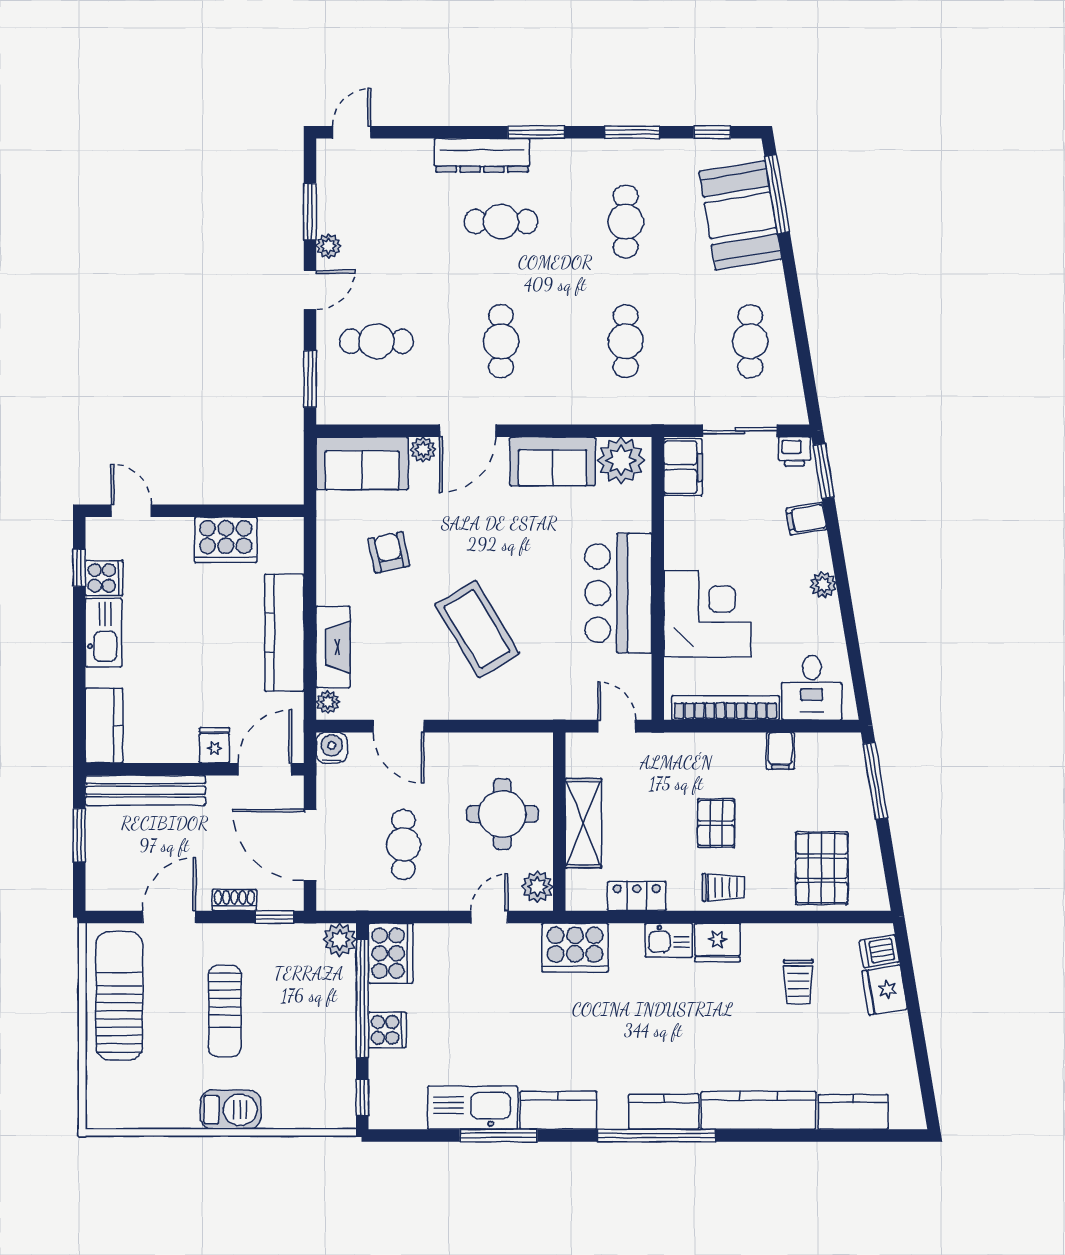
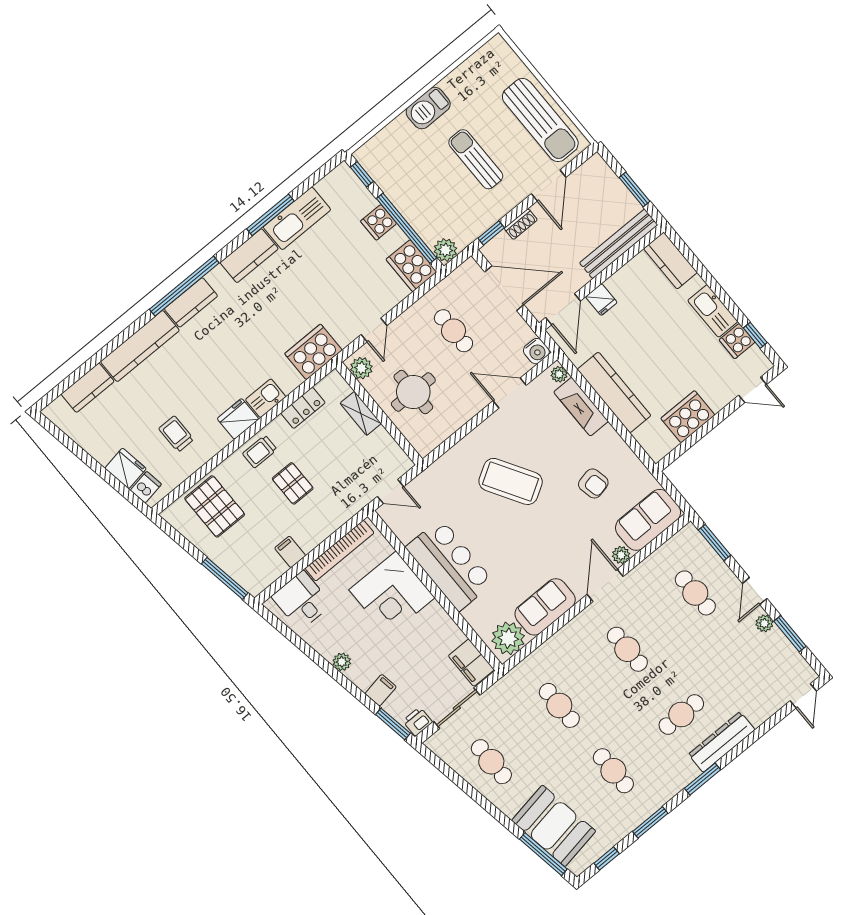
cafe table: (376, 341) -> (695, 593), turned 90
shelving: (583, 823) -> (361, 413), width x0.67, depth x0.75

